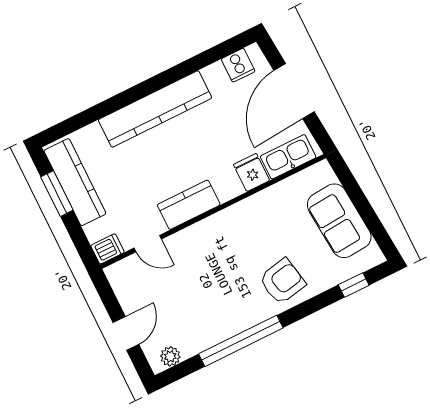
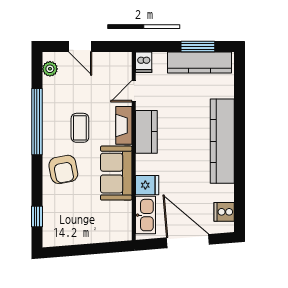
sofa: (339, 221) -> (116, 173), moved, turned -85
fireplace: (194, 235) -> (124, 125), added
coffee table: (223, 286) -> (80, 128), added

